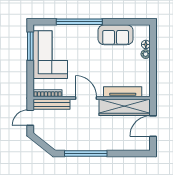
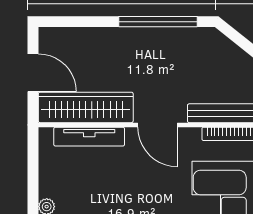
door: (153, 126) -> (33, 73), hinge flipped

